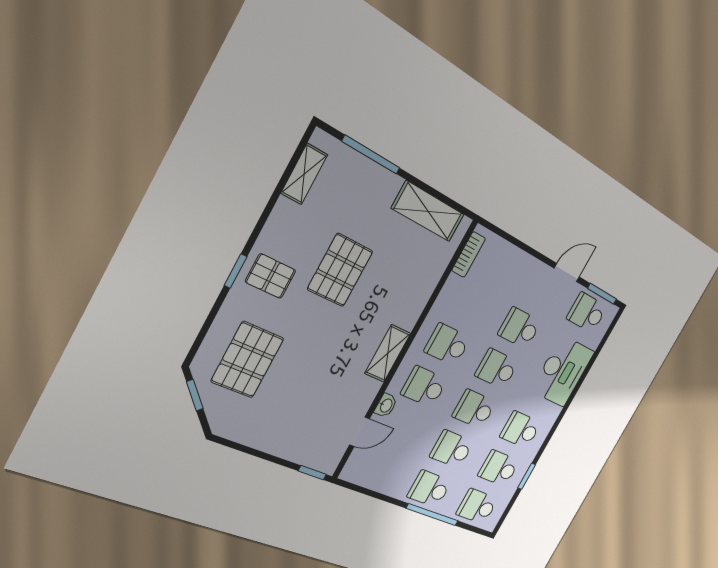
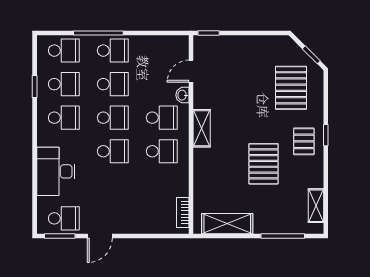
pallet: (271, 276) -> (304, 141), turned 90
school desk: (520, 328) -> (113, 185), removed

